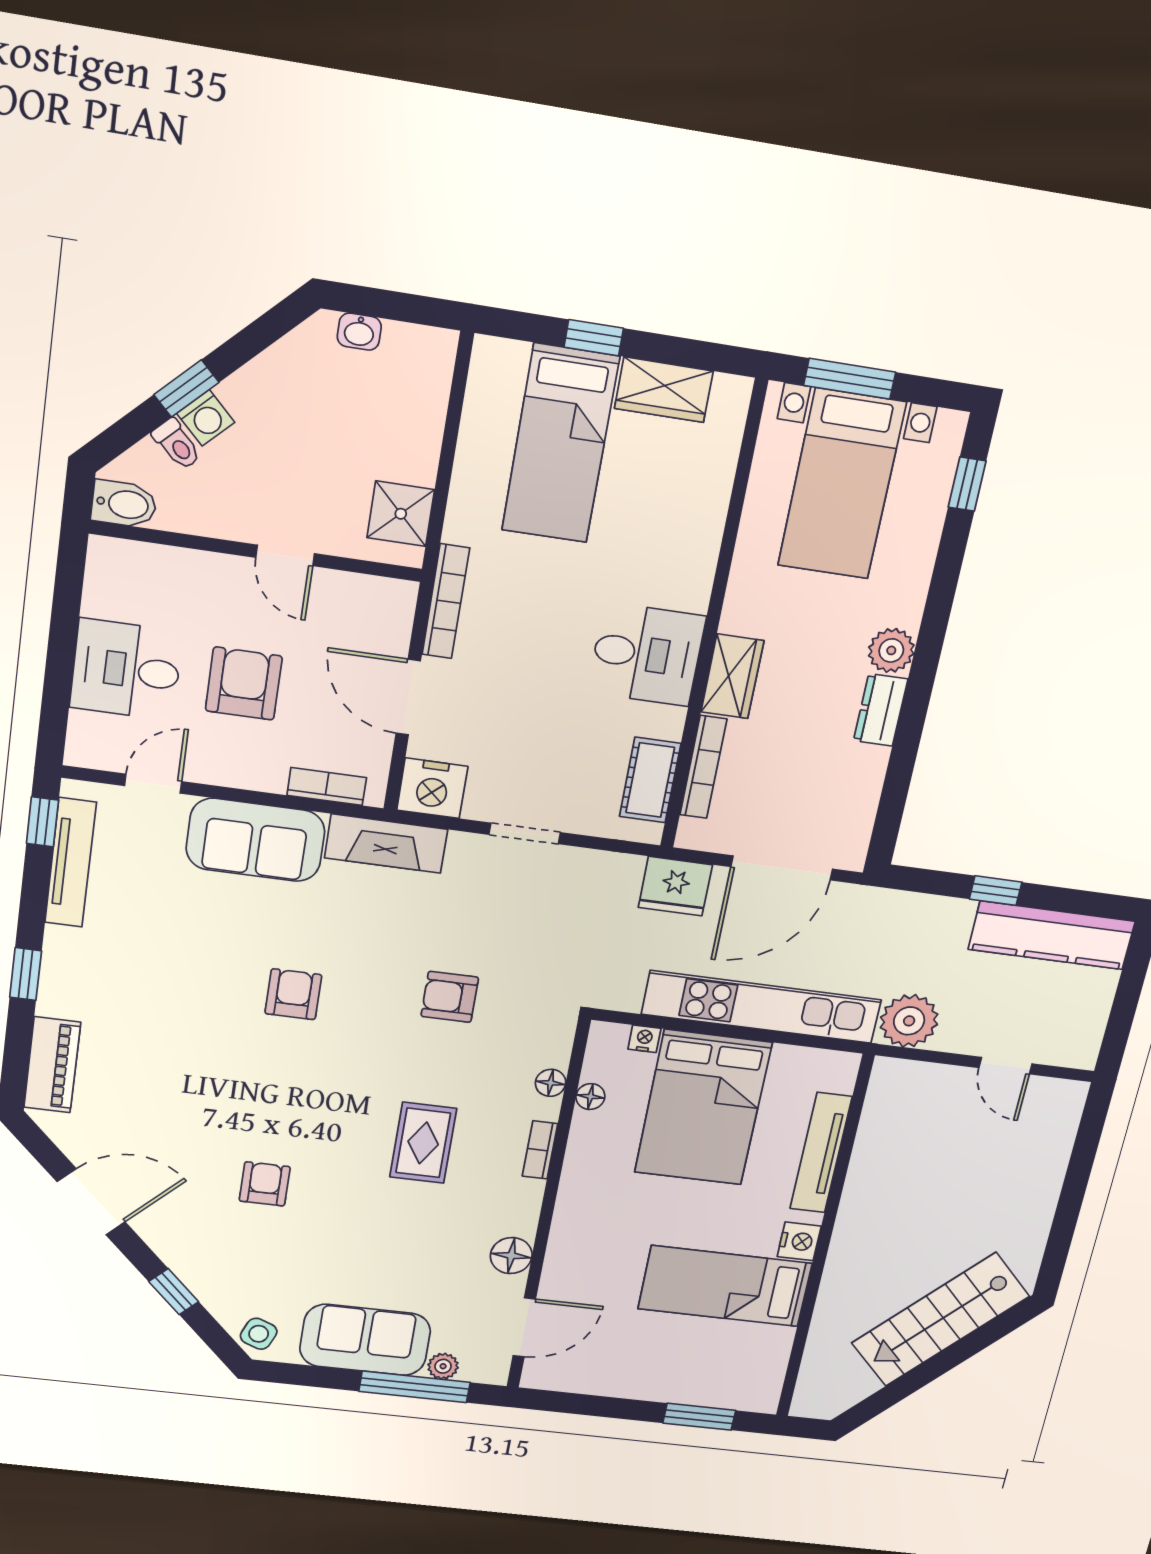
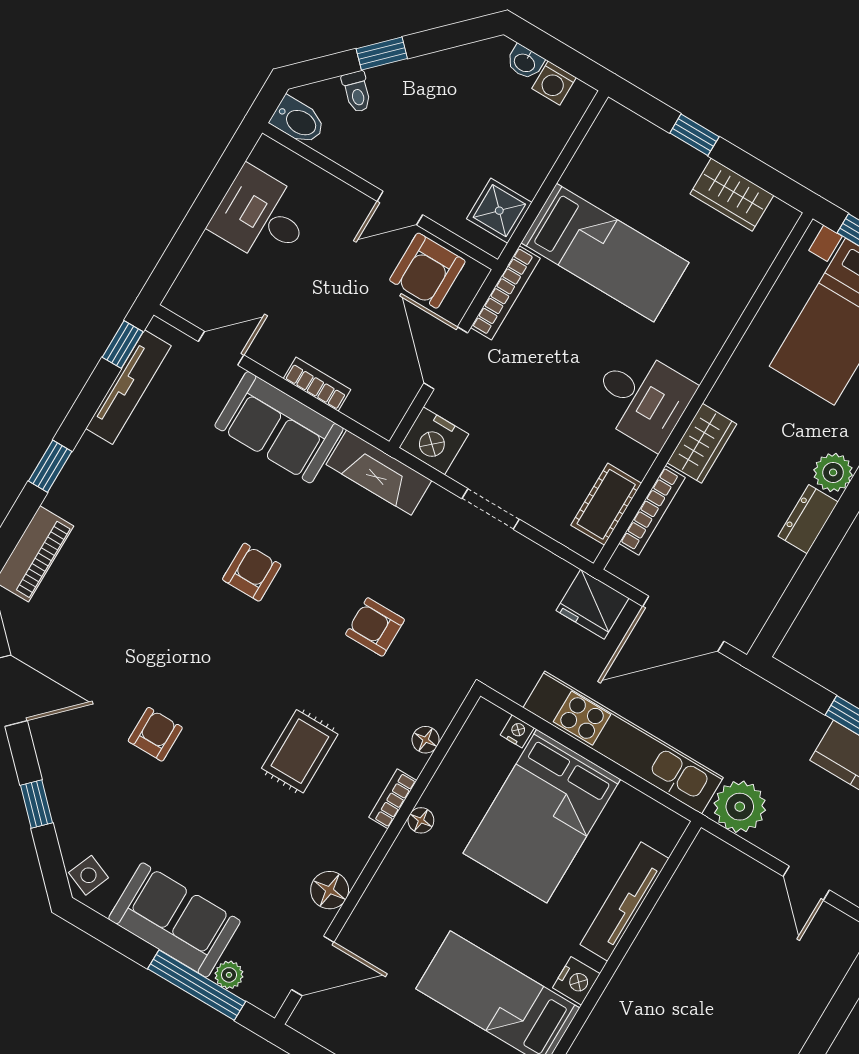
washing machine: (206, 418) -> (554, 83), moved, turned 45
bed: (560, 444) -> (605, 253), moved, turned -90
door: (285, 556) -> (400, 208), hinge flipped
desk: (126, 670) -> (261, 216), moved
armchair: (244, 684) -> (427, 271), moved, turned 180
bookcase: (327, 786) -> (317, 384), moved
floor lamp: (590, 1097) -> (421, 820), moved

